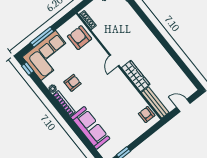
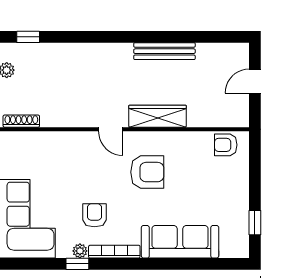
armchair: (80, 38) -> (147, 172), moved, turned 180
window: (28, 69) -> (77, 264), moved
bench: (155, 103) -> (164, 51), moved

